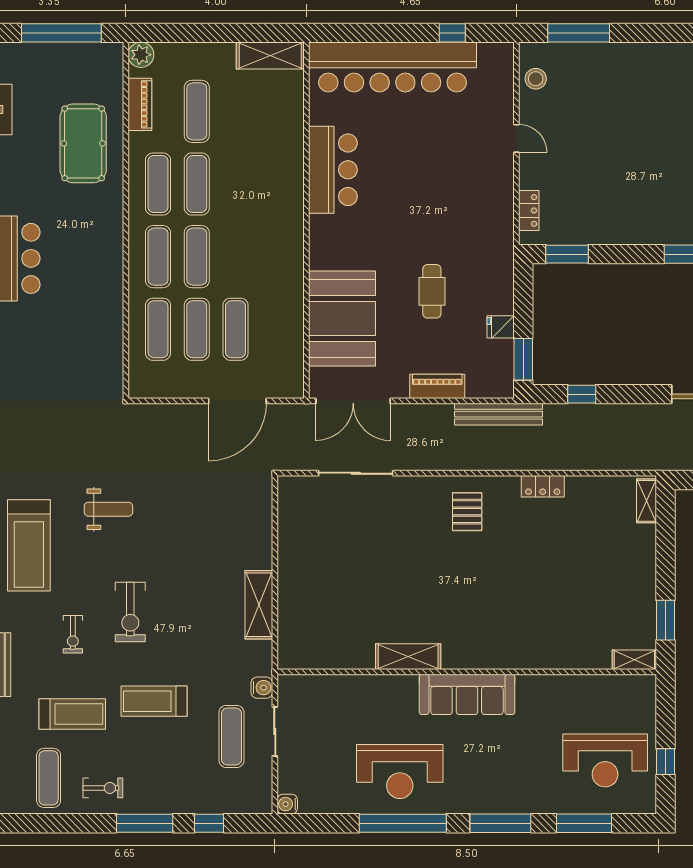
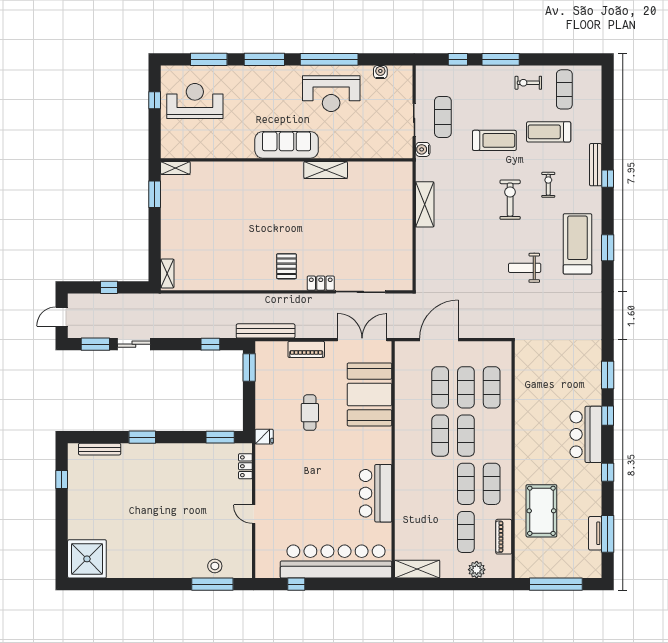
plant: (141, 55) -> (477, 570), moved
stool: (536, 79) -> (215, 566), moved
exercise mat: (158, 257) -> (440, 436), moved
fridge: (501, 327) -> (264, 437), moved
locker: (543, 486) -> (321, 283), moved
reception desk: (400, 772) -> (331, 94), turned 180
water cooler: (287, 804) -> (380, 72), moved, turned -90

